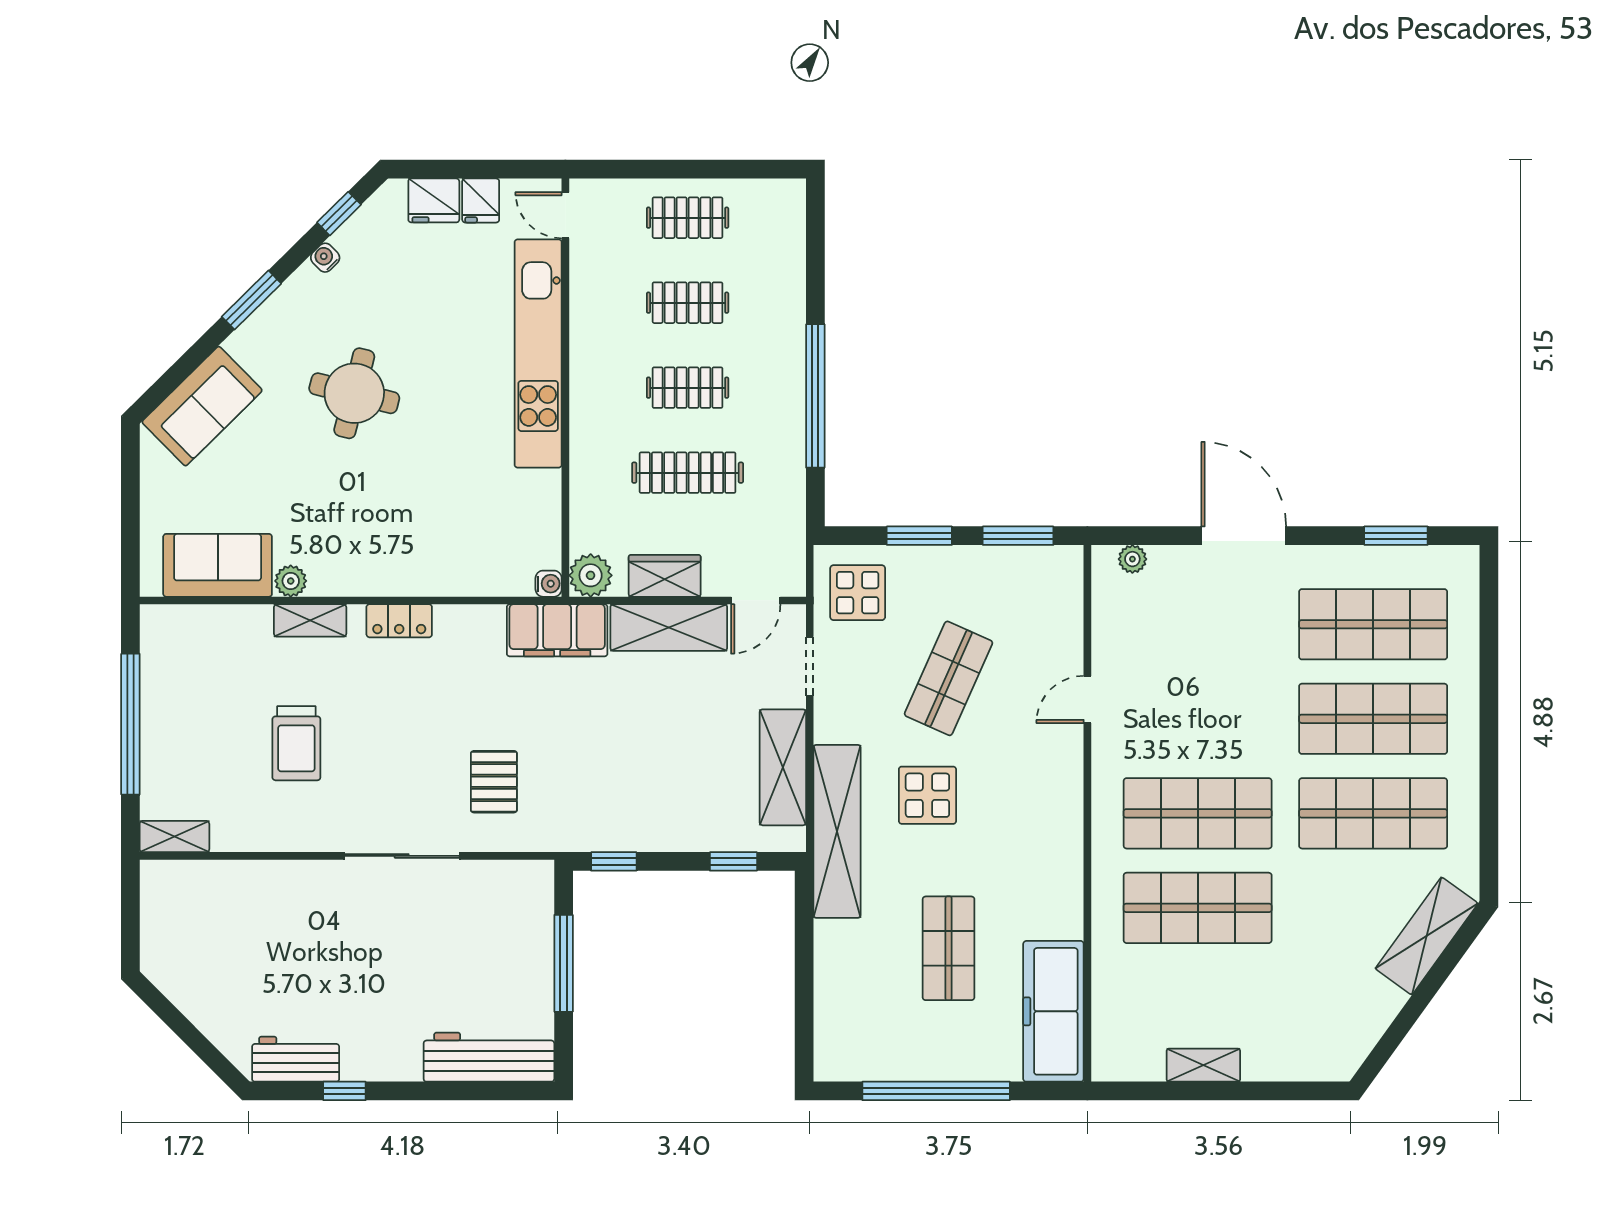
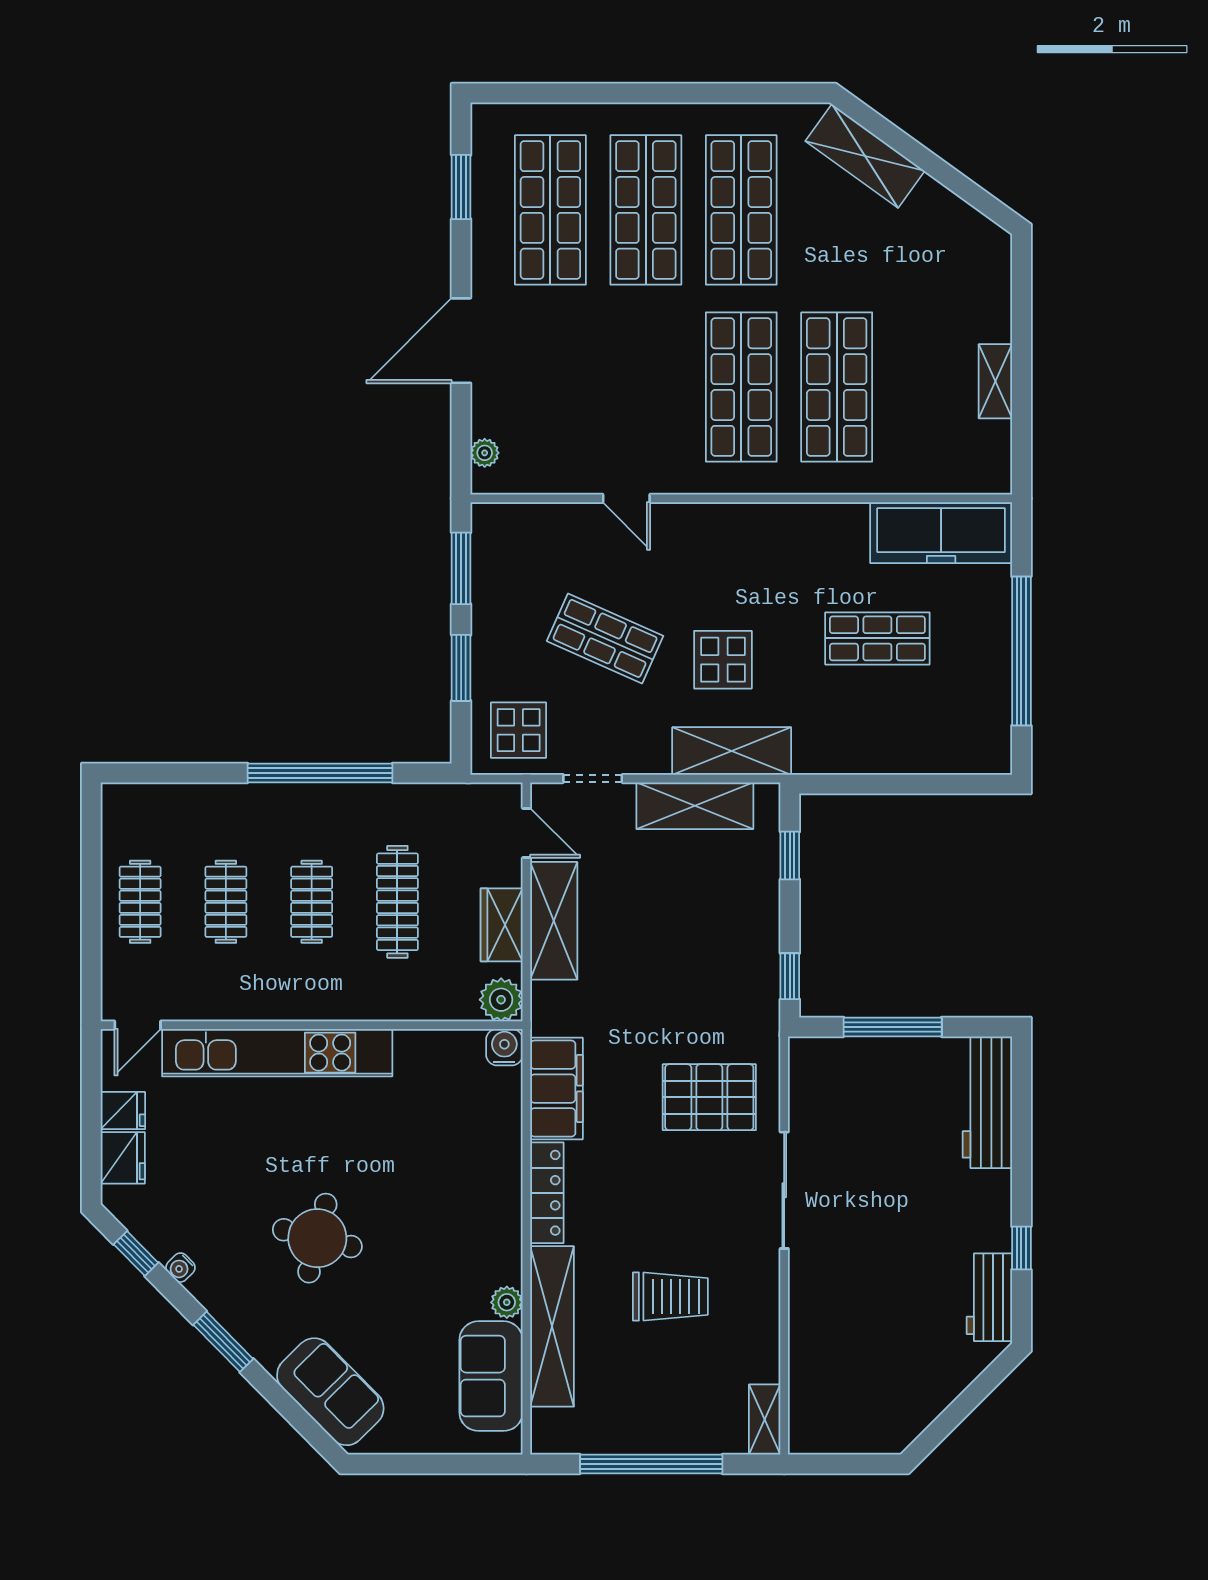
water cooler: (549, 584) -> (504, 1047), width x1.38, depth x1.38
shelving: (310, 620) -> (552, 1326), width x2.20, depth x1.33
locker: (399, 621) -> (547, 1193), width x1.53
filing cabinet: (557, 630) -> (557, 1089), moved
pallet: (494, 782) -> (709, 1097), width x1.50, depth x1.42
shelving: (837, 831) -> (732, 751), width x0.68

